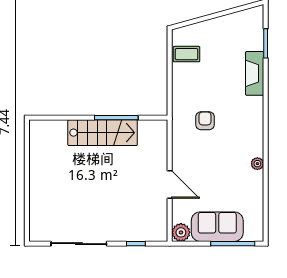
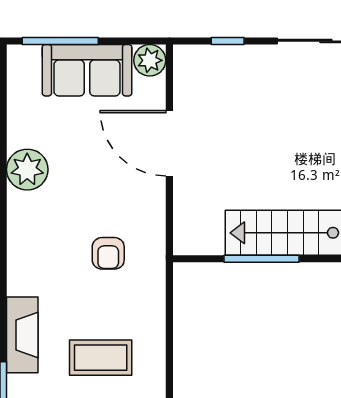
coffee table: (187, 54) -> (101, 358), moved, width x1.36, depth x1.30
plant: (257, 164) -> (27, 170), width x1.88, depth x1.88
door: (170, 184) -> (169, 143), width x1.36

